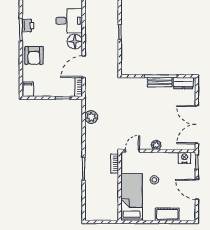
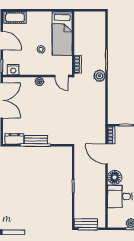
door: (84, 67) -> (107, 154), swing flipped
plant: (91, 117) -> (100, 76), moved
door: (132, 151) -> (61, 76), hinge flipped
cot: (167, 214) -> (15, 17), moved

